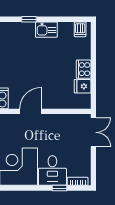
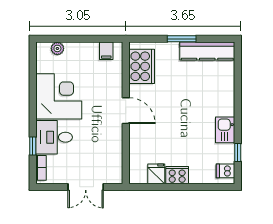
window: (29, 19) -> (238, 152), moved
double door: (93, 132) -> (86, 187), moved

